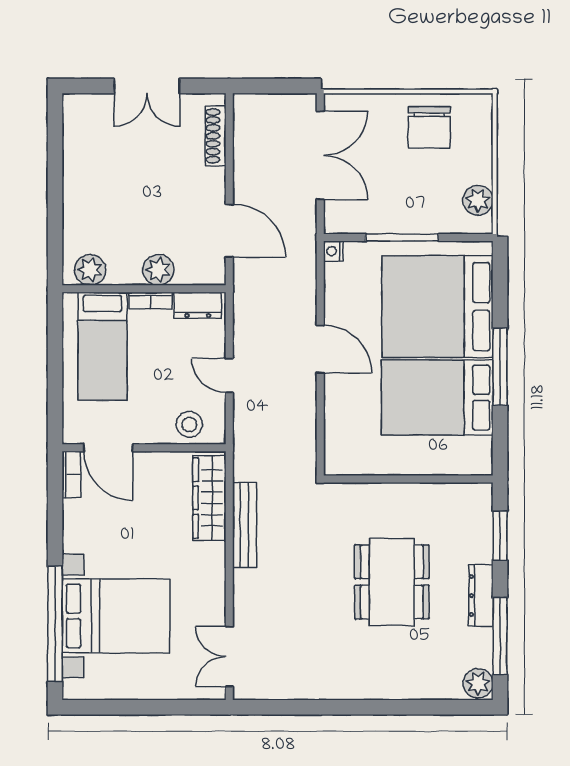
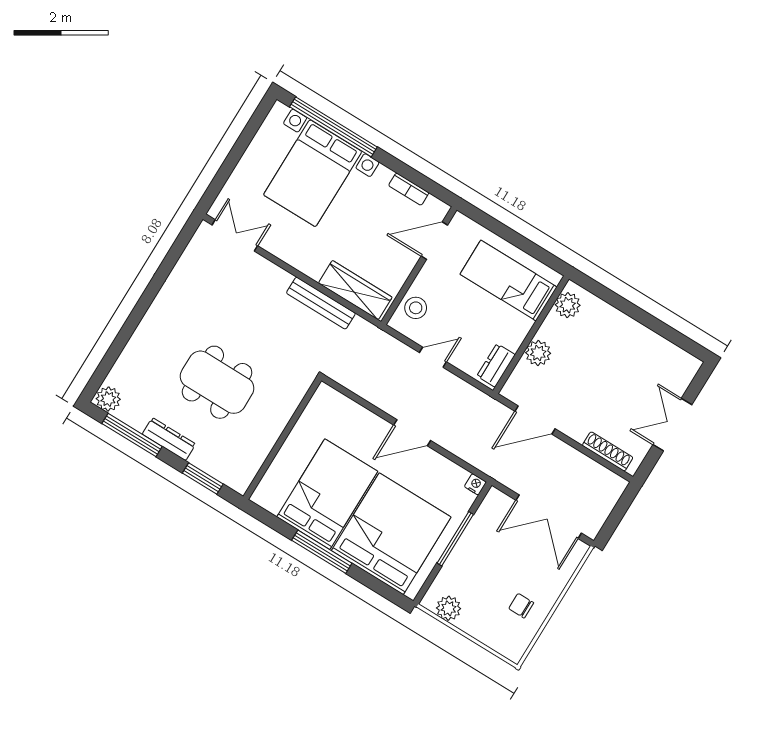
chair: (429, 127) -> (521, 606), width x0.54, depth x0.54
bookcase: (151, 301) -> (520, 334), removed
bookcase: (71, 475) -> (409, 189), moved

